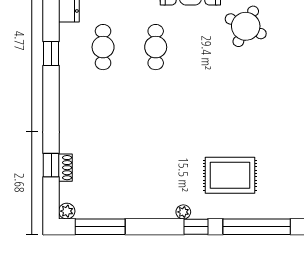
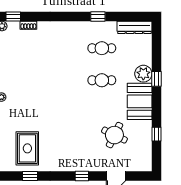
window: (51, 165) -> (13, 17), moved
rug: (230, 175) -> (27, 148), moved

